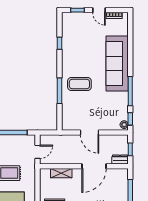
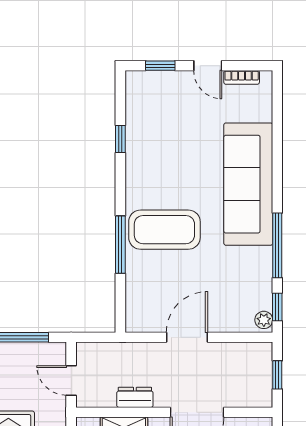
coffee table: (79, 84) -> (164, 230), width x1.36, depth x1.32
door: (90, 132) -> (187, 337), swing flipped
door: (37, 152) -> (71, 380), swing flipped
dresser: (120, 160) -> (135, 397), moved

